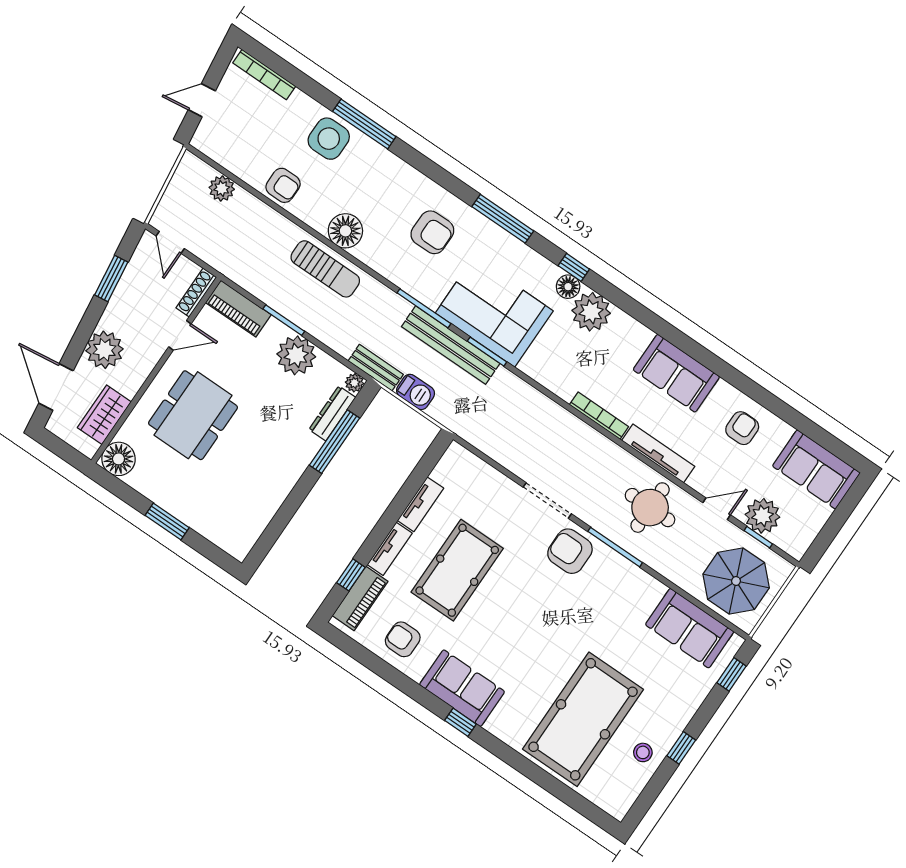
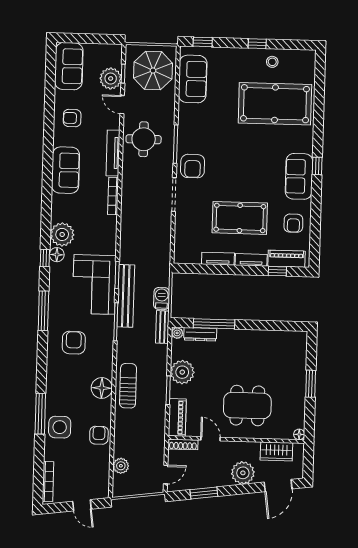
floor lamp: (119, 459) -> (299, 434), width x0.53, depth x0.53

